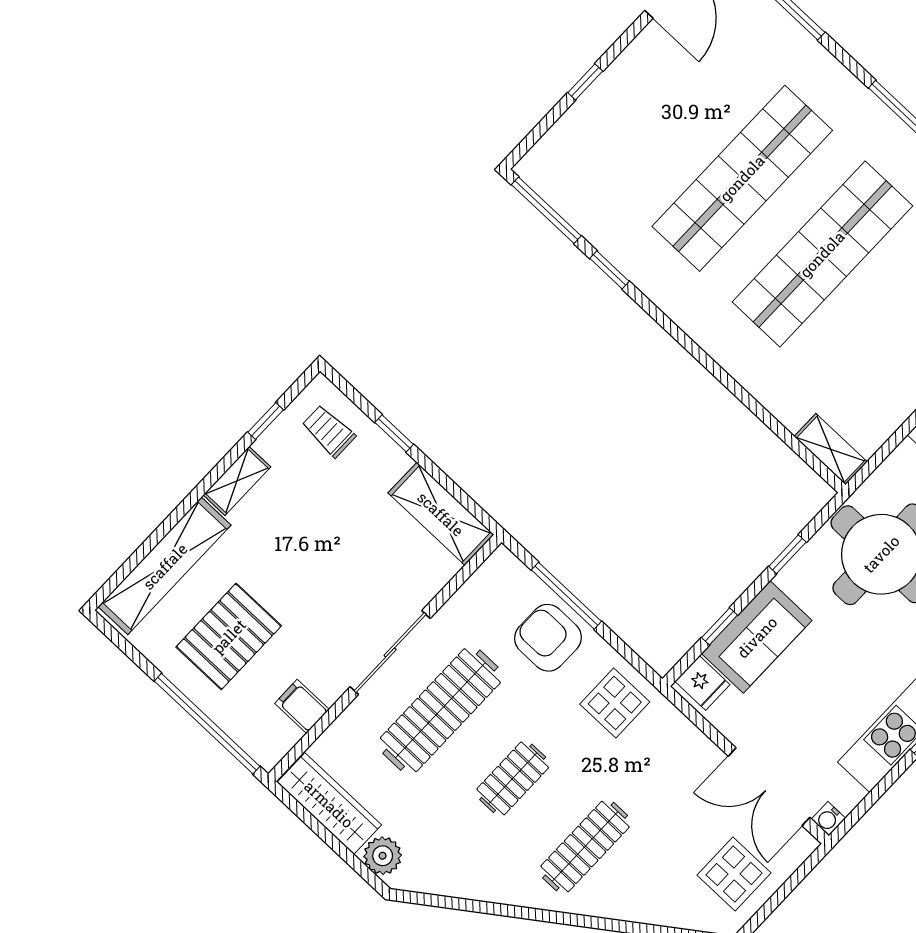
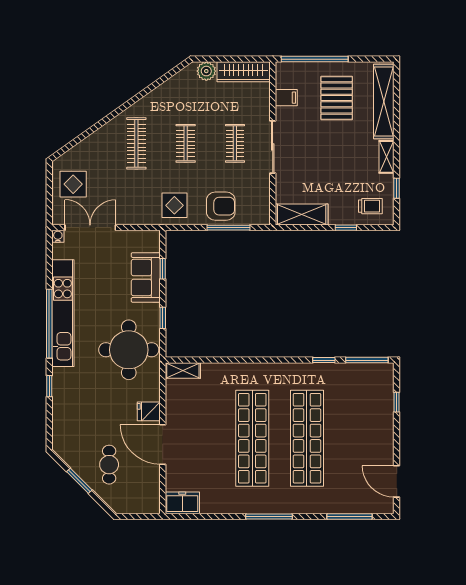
window: (585, 82) -> (397, 402), moved
fridge: (702, 683) -> (150, 242), removed
clothes rail: (440, 710) -> (235, 143), width x0.54, depth x0.76

